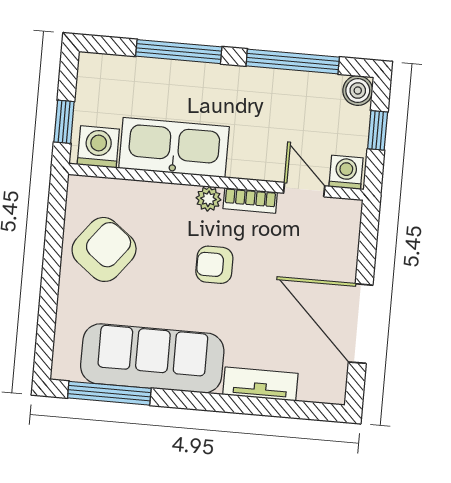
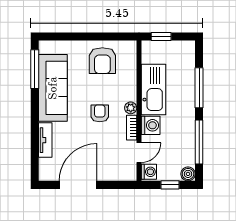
washing machine: (98, 147) -> (151, 125), moved
armchair: (104, 249) -> (102, 61), turned 52

